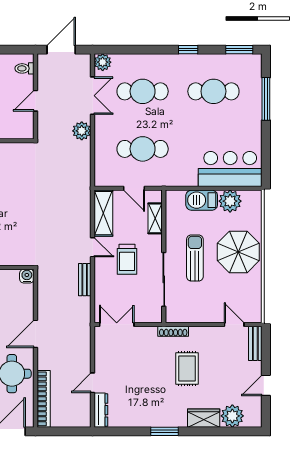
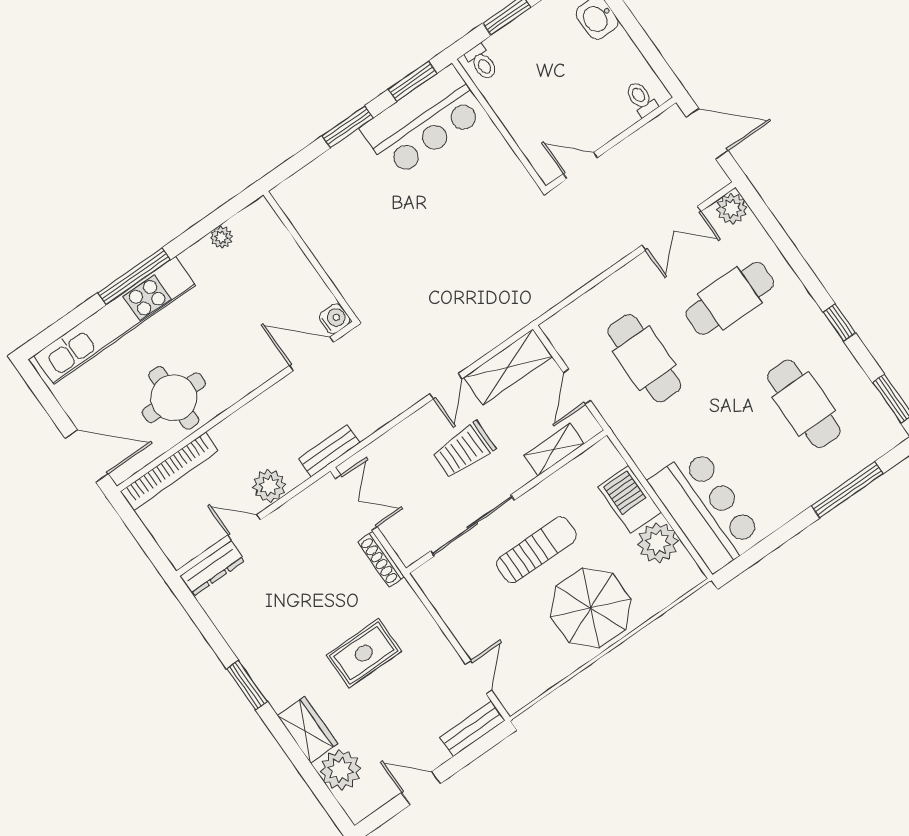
cafe table: (143, 91) -> (730, 298), turned 90
door: (35, 101) -> (580, 166), moved
plant: (82, 131) -> (269, 486), moved
bench: (85, 280) -> (329, 451), moved
shoe rack: (173, 331) -> (381, 559), moved
door: (35, 334) -> (312, 354), moved

